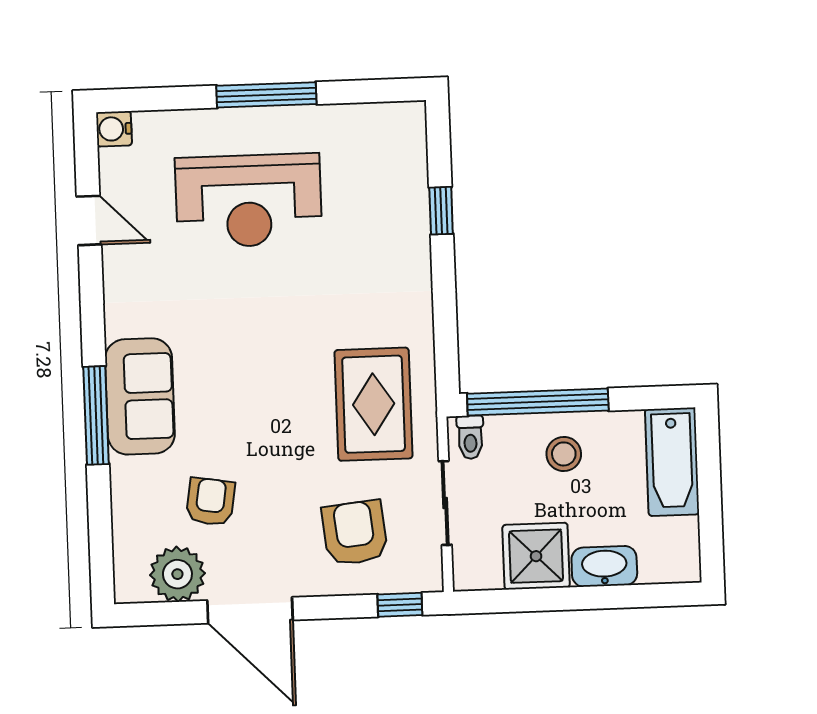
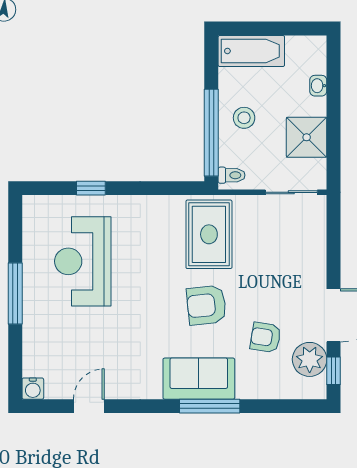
reception desk: (249, 201) -> (83, 261), moved, turned 180
rug: (374, 404) -> (209, 234), turned 90
sliding door: (445, 503) -> (291, 192), moved
armchair: (355, 533) -> (206, 305), moved
washbasin: (604, 566) -> (318, 86), width x0.52, depth x0.69
window: (400, 605) -> (334, 371), moved

